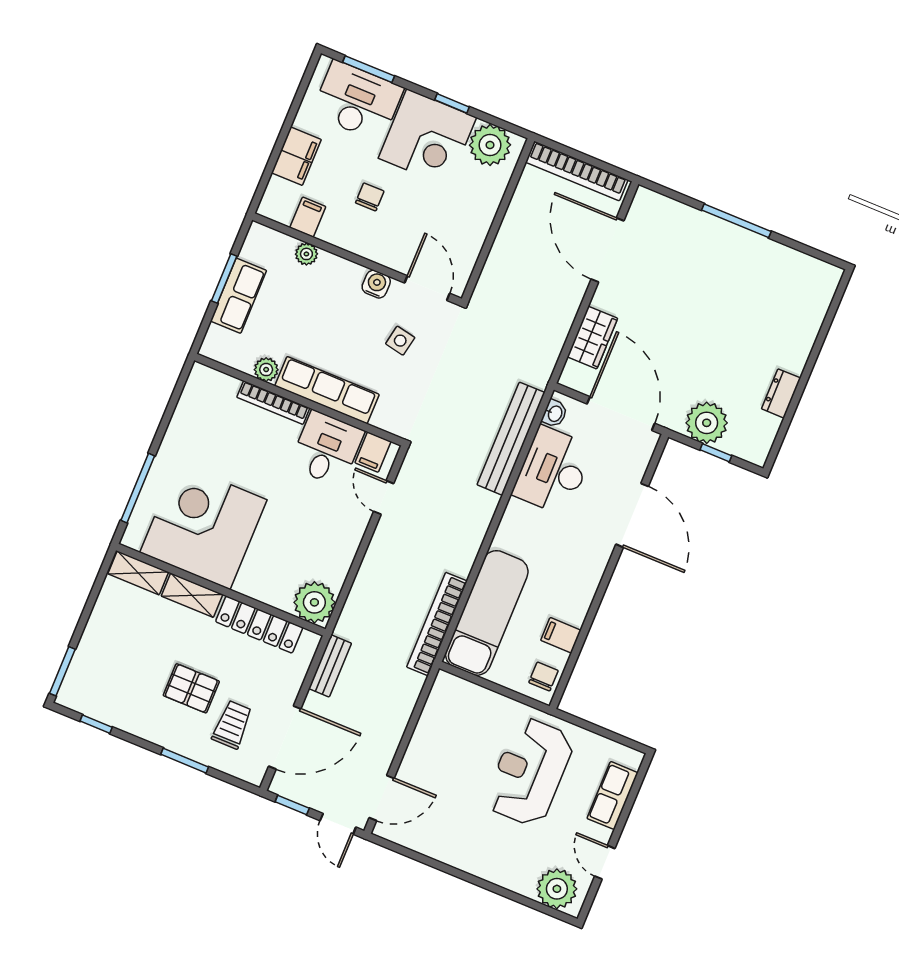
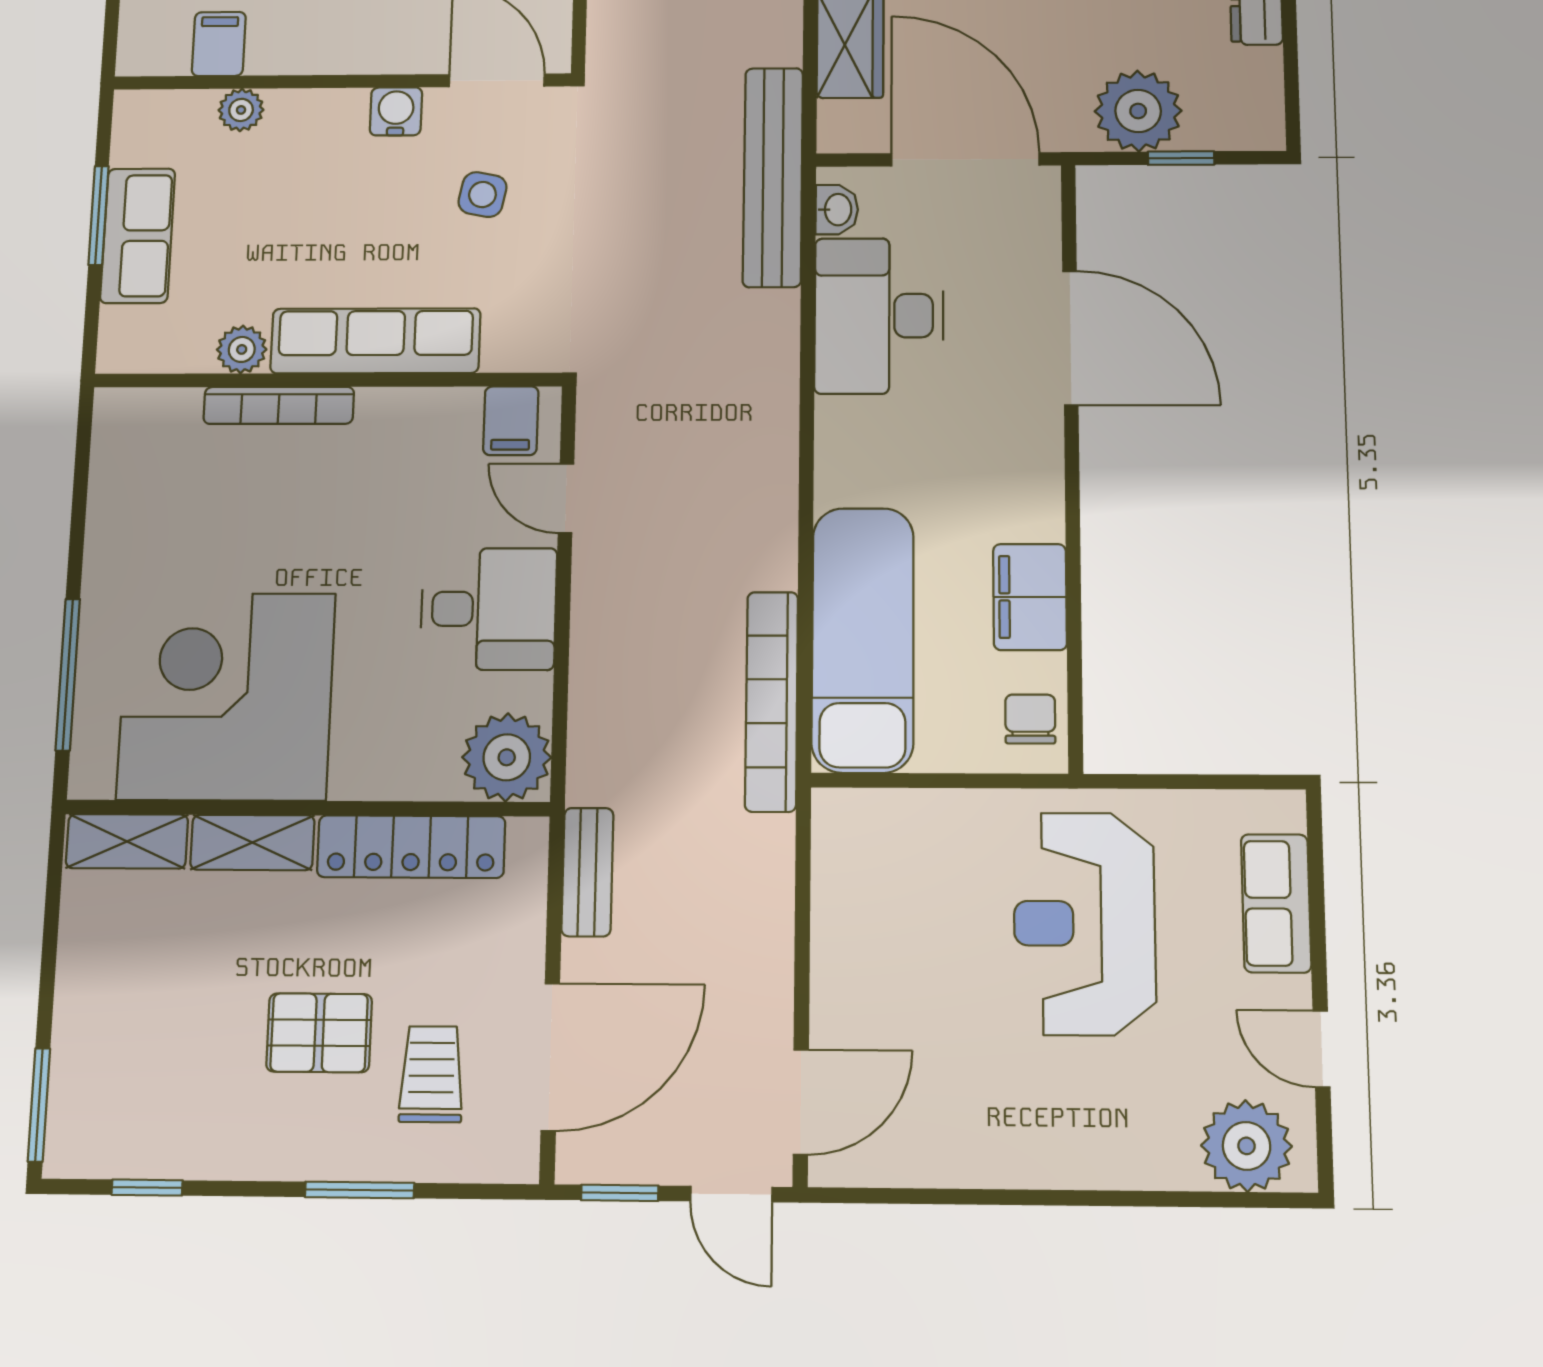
bench: (511, 439) -> (773, 177), moved
desk: (327, 449) -> (489, 609), moved, turned 90
filing cabinet: (561, 635) -> (1030, 597), width x2.00

